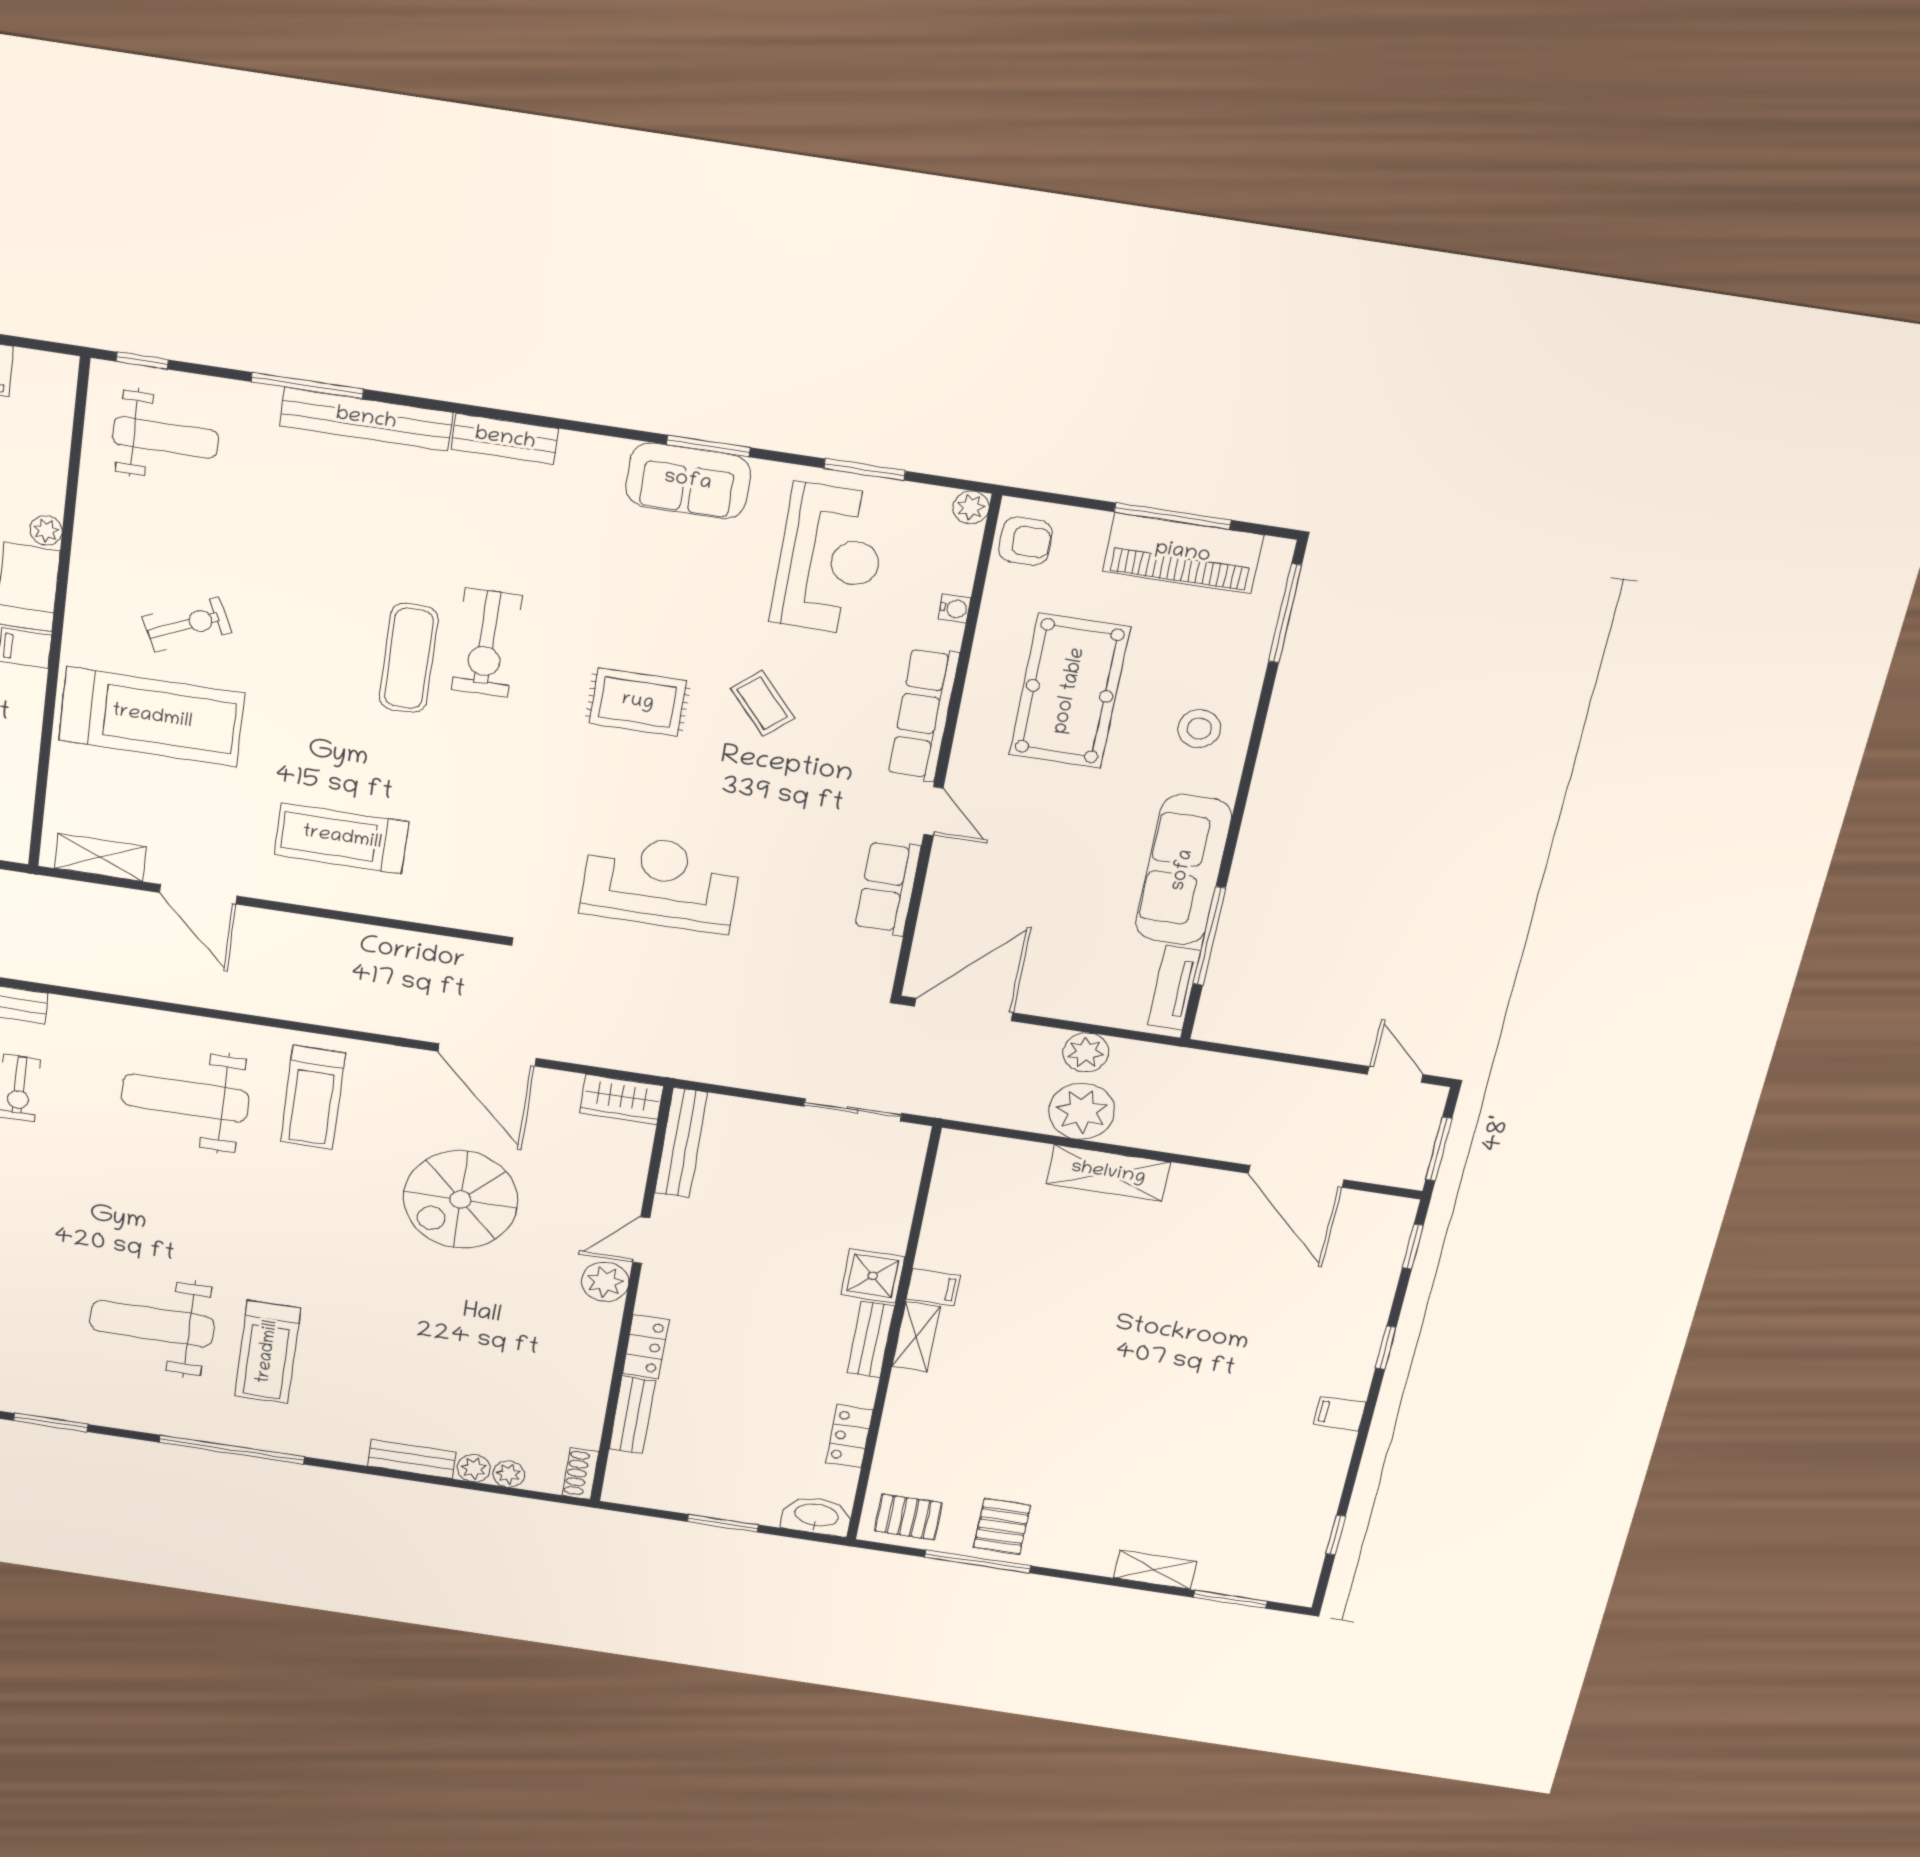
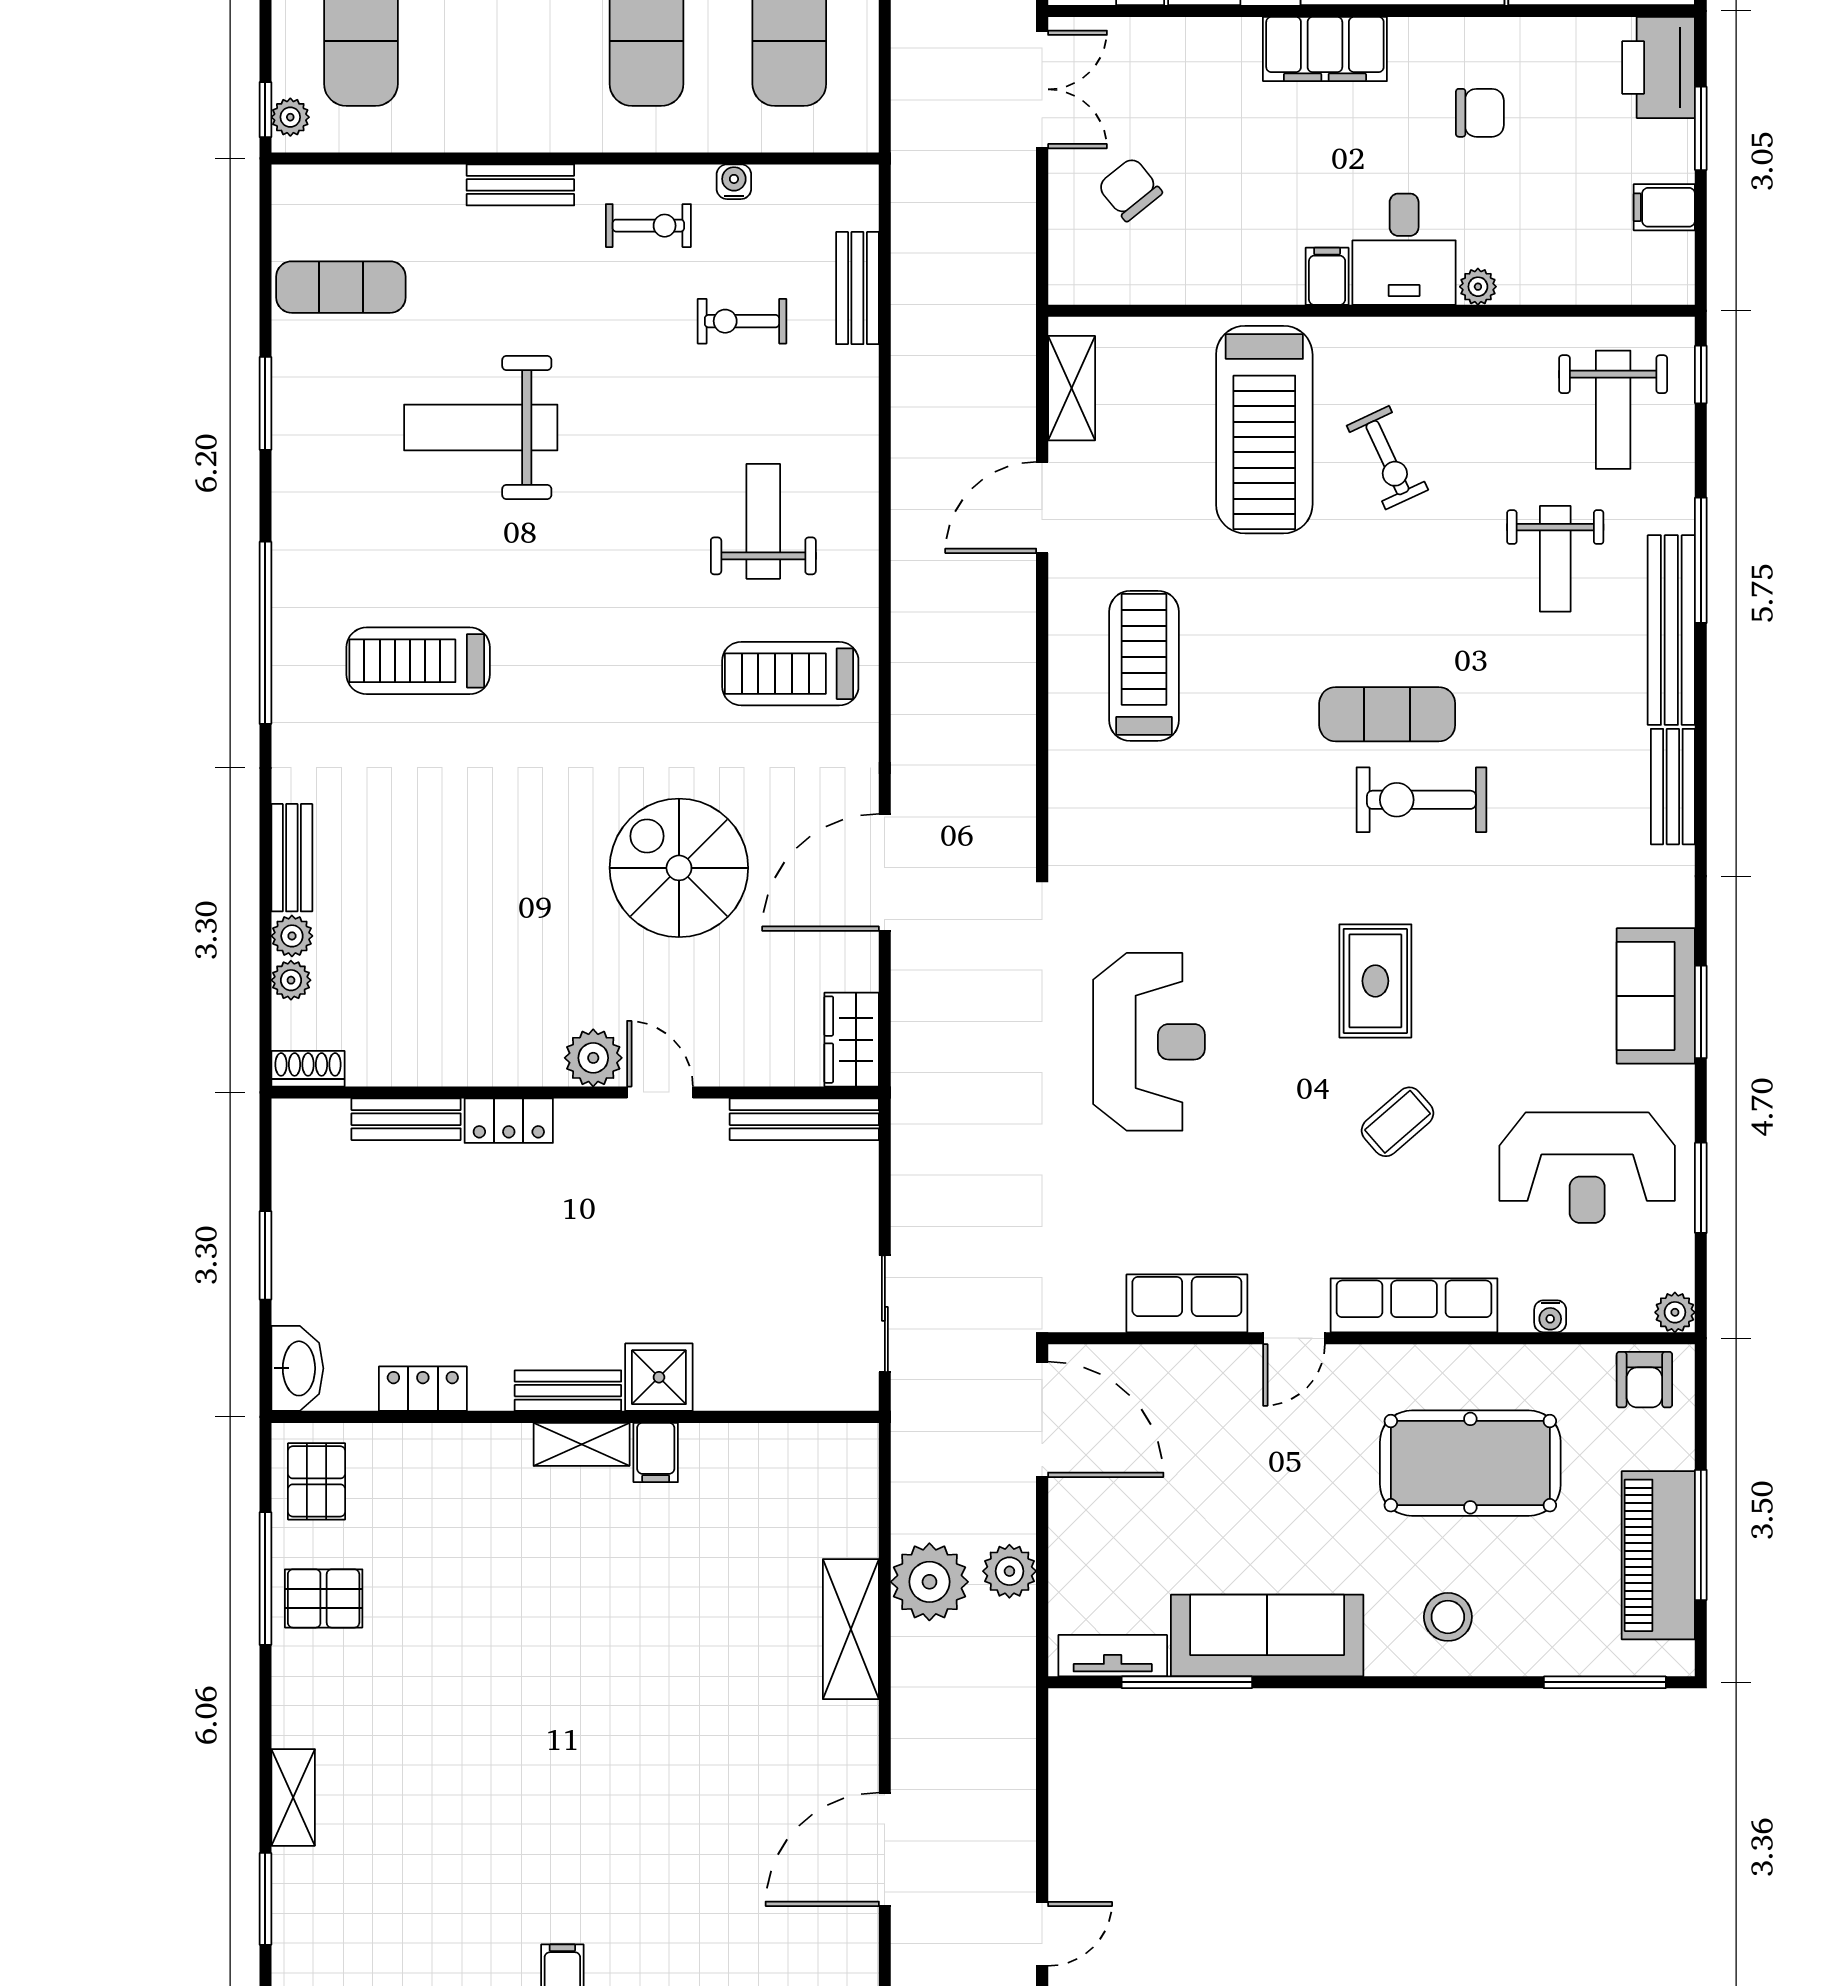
weight bench: (291, 504) -> (1555, 559), added
weight bench: (185, 1098) -> (763, 521), width x0.73, depth x0.75
weight bench: (152, 1324) -> (481, 428), moved, turned -90

